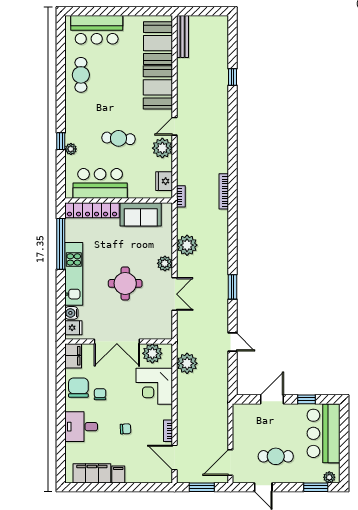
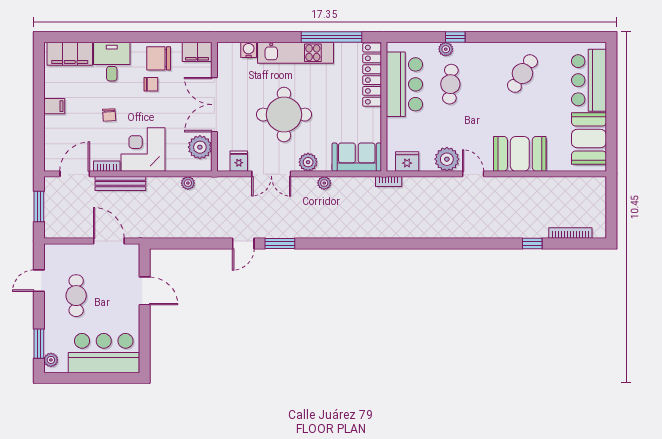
bench: (182, 36) -> (120, 183), moved
booth: (158, 43) -> (589, 139), moved, turned 90
cafe table: (81, 75) -> (522, 74), moved, turned -57
cafe table: (118, 138) -> (450, 84), moved
bookcase: (224, 191) -> (570, 233), moved
sofa: (141, 214) -> (357, 157), moved, turned 90
plant: (187, 245) -> (324, 183), width x0.53, depth x0.53
round table: (125, 283) -> (284, 115), width x1.36, depth x1.36
fridge: (73, 328) -> (239, 161), moved, turned 180
door: (232, 342) -> (243, 244), moved
plant: (187, 363) -> (188, 183), width x0.53, depth x0.53
corner desk: (154, 386) -> (143, 149), moved
chair: (78, 388) -> (159, 58), turned 180
window: (307, 399) -> (145, 333), removed
door: (230, 462) -> (109, 241), moved
filing cabinet: (92, 473) -> (70, 54), moved, turned 90

